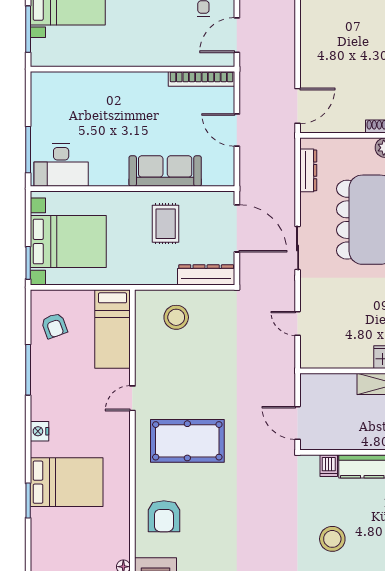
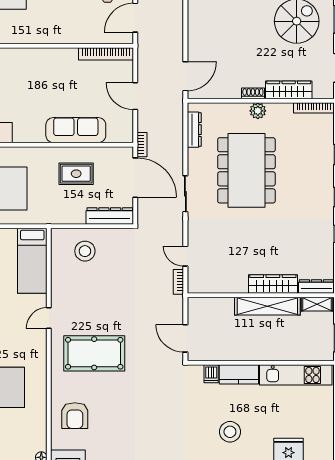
bookcase: (245, 189) -> (142, 145), added
rug: (166, 224) -> (76, 174), turned 90
bookcase: (289, 355) -> (178, 282), added
stool: (332, 539) -> (230, 432), moved

